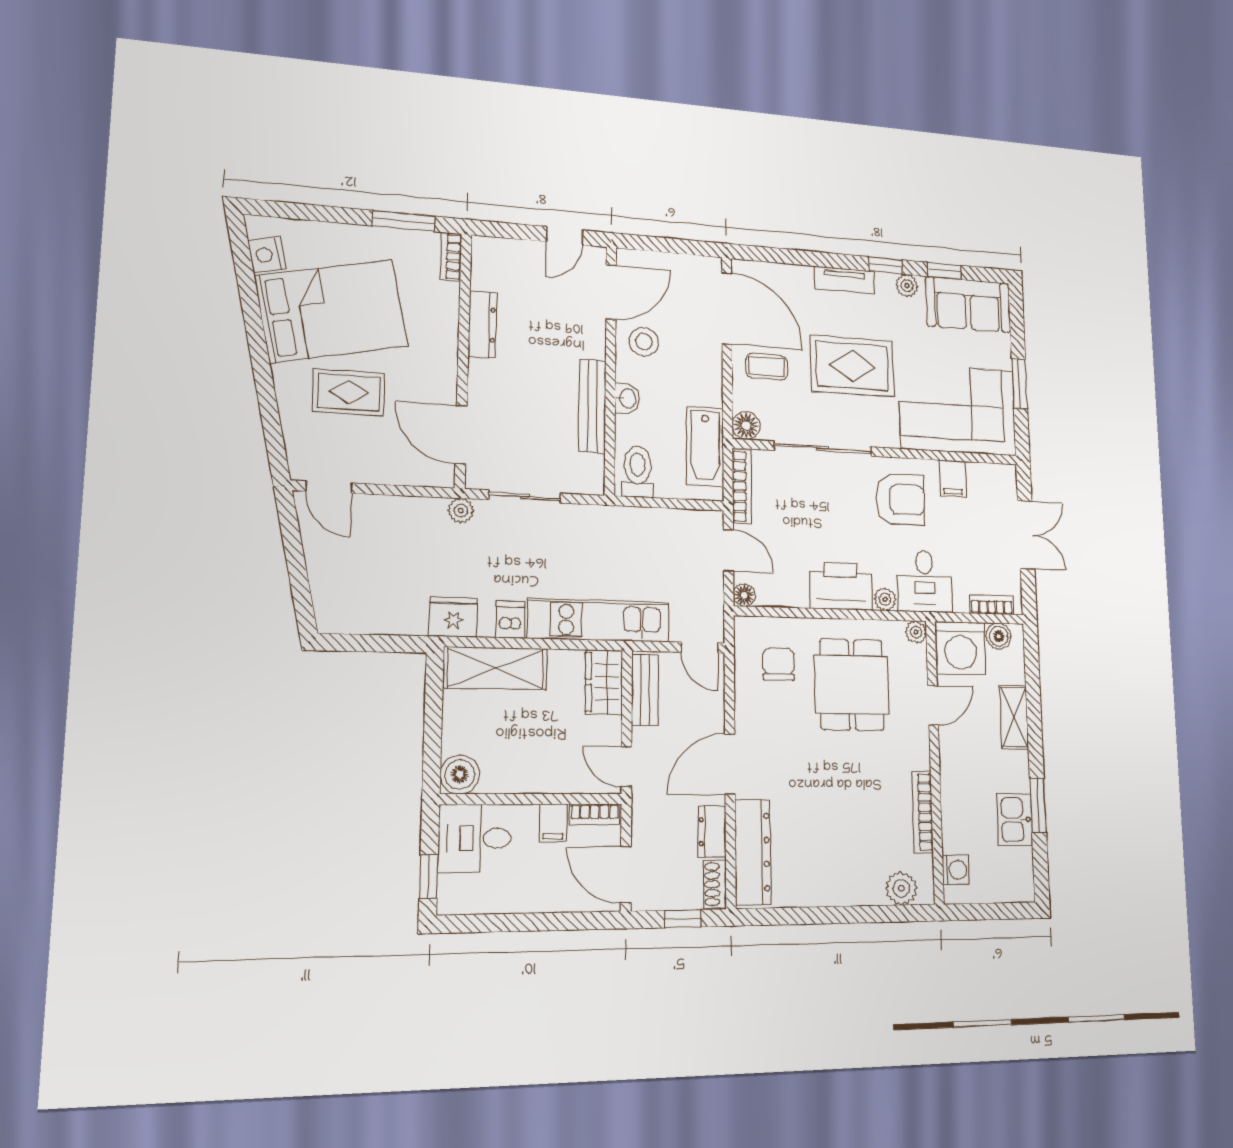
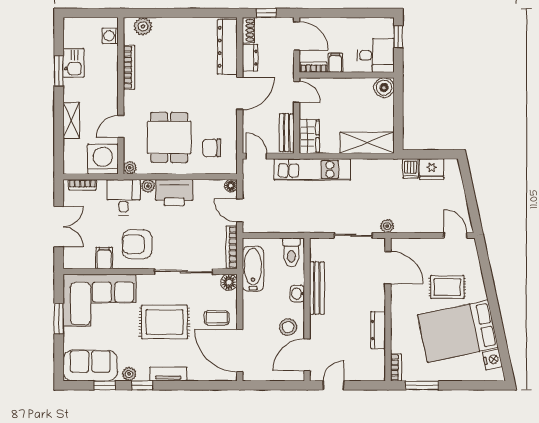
double door: (1026, 535) -> (59, 227), swing flipped
fridge: (453, 617) -> (432, 169), moved
dishwasher: (510, 620) -> (411, 168), moved
boiler: (999, 636) -> (79, 167), removed
chair: (778, 664) -> (212, 148), turned 90

